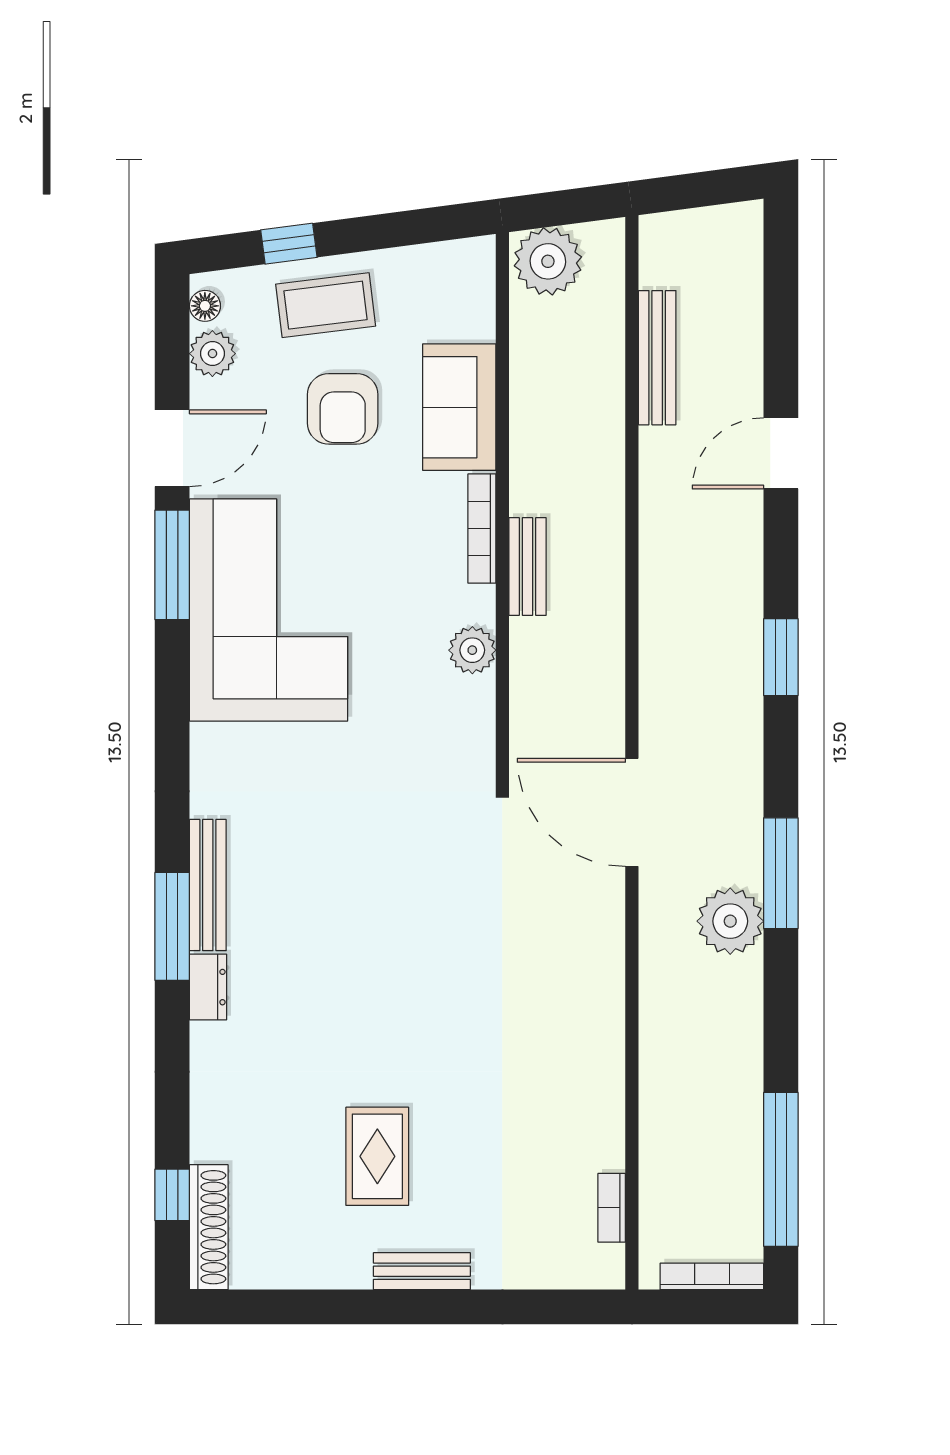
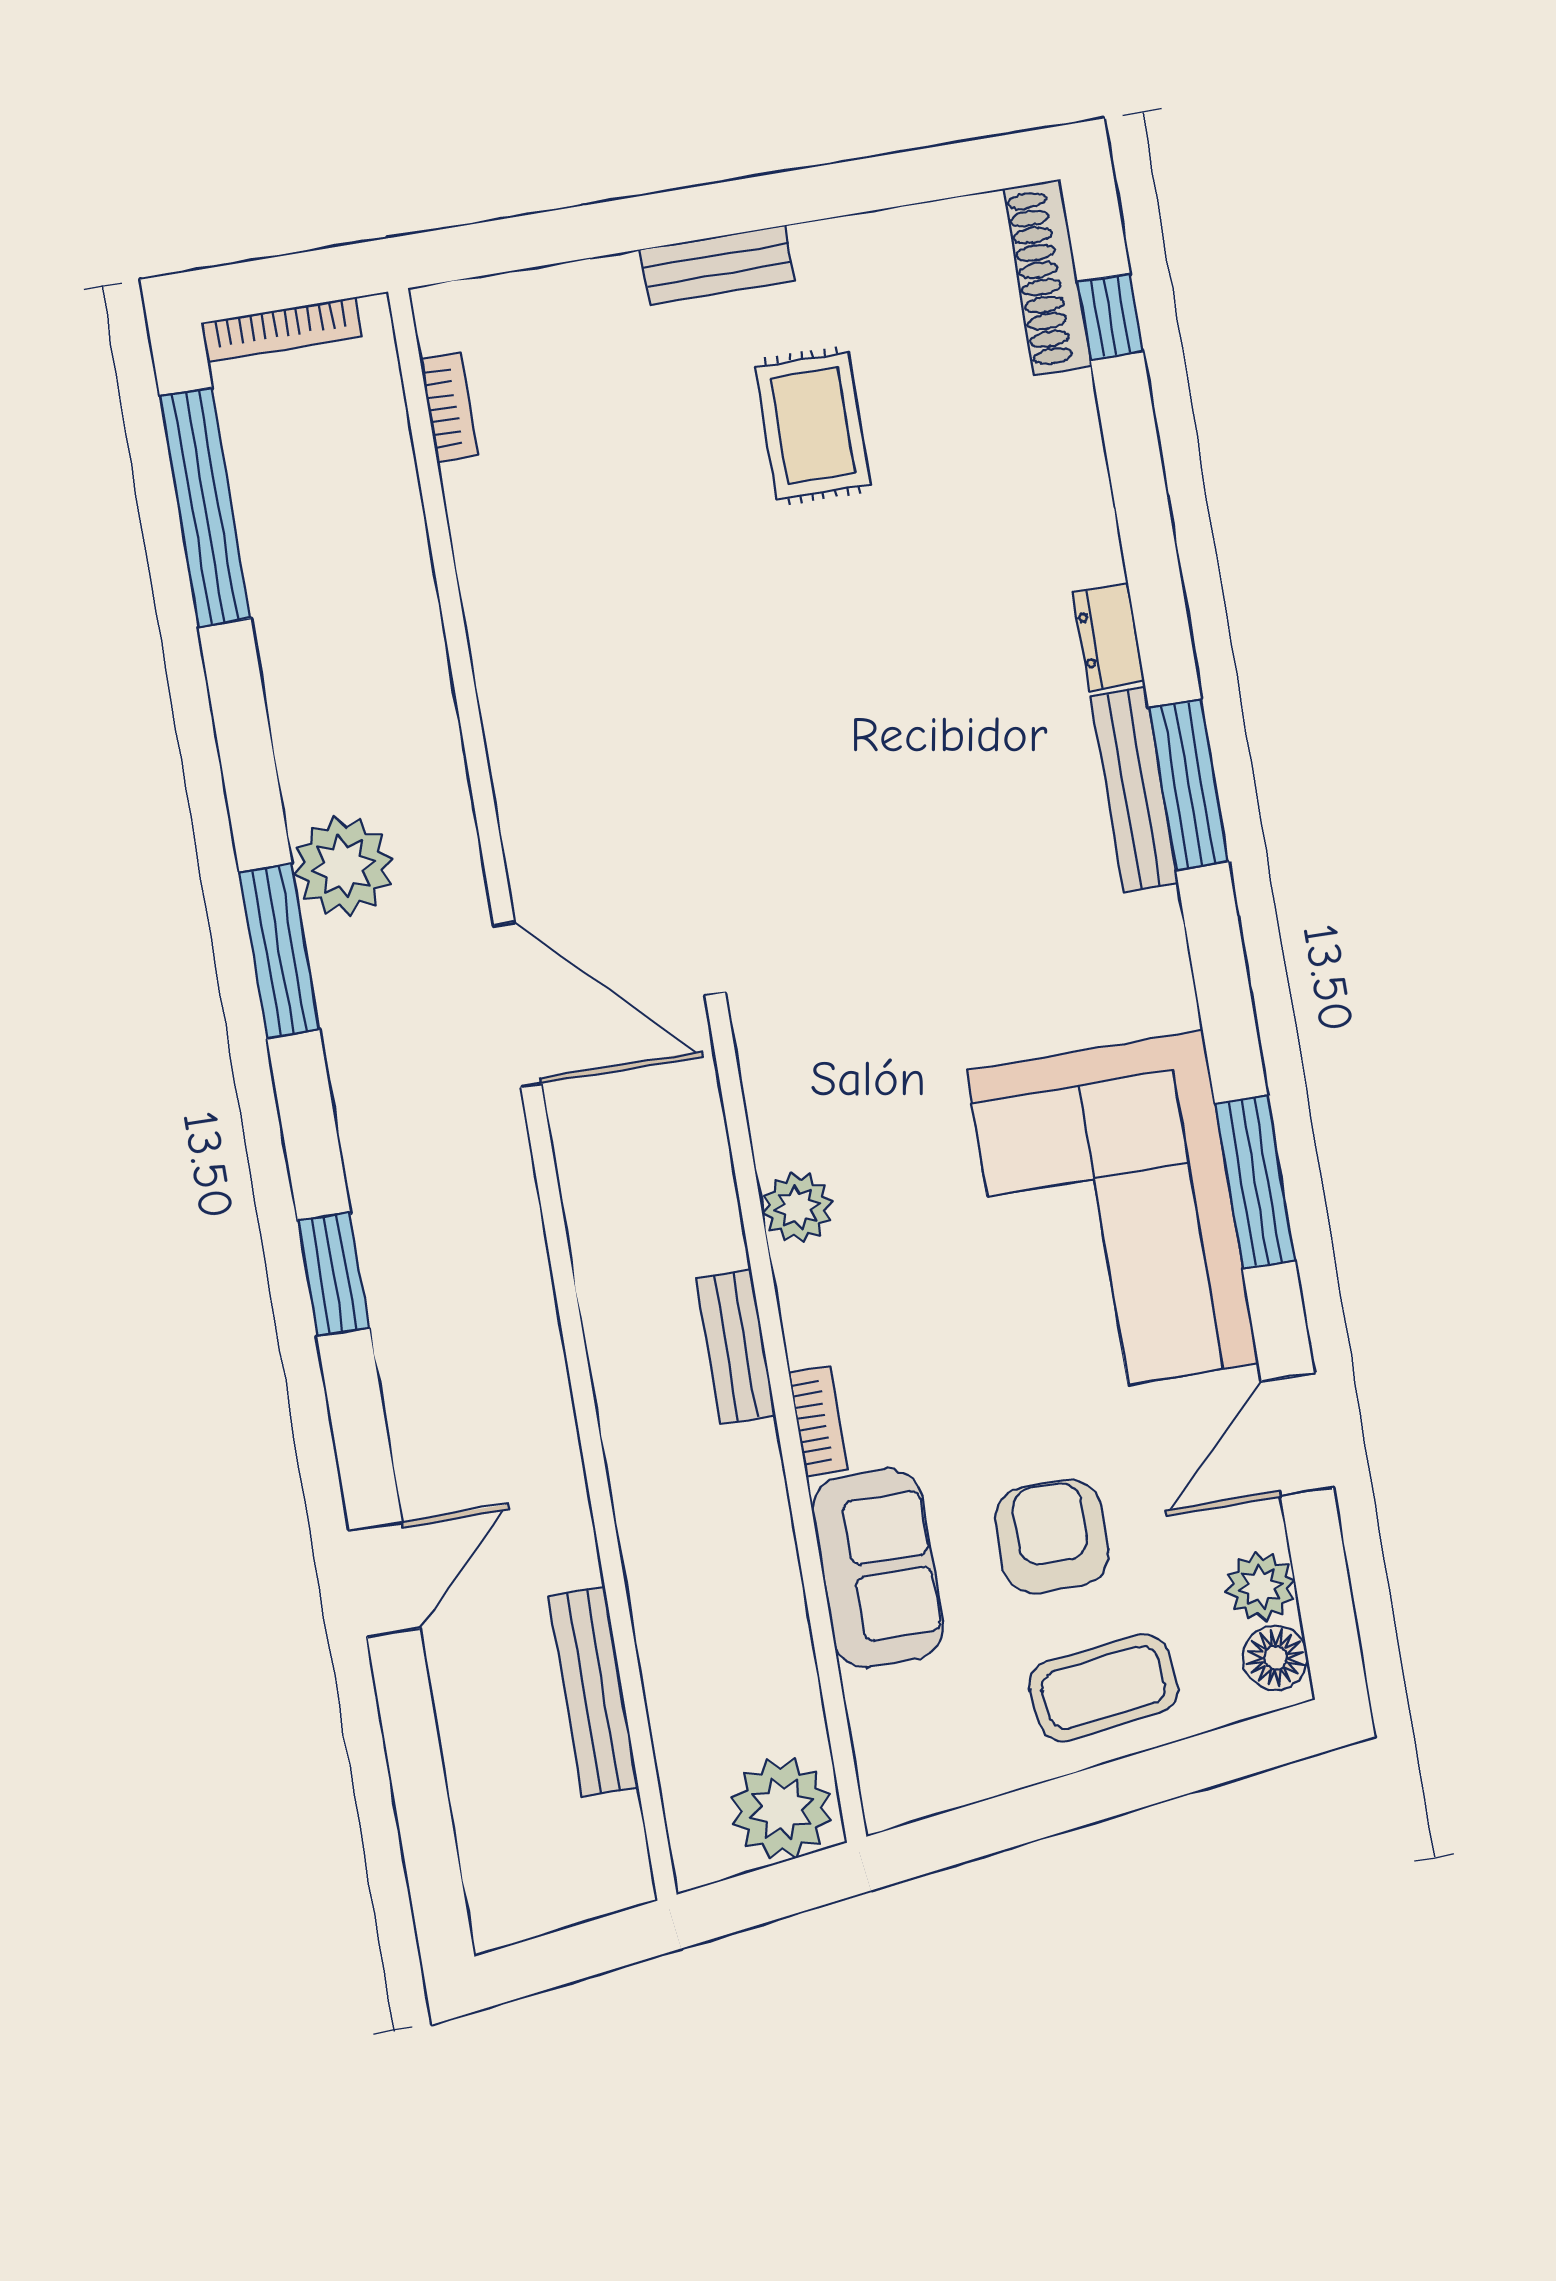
window: (289, 244) -> (1174, 1770), removed
floor lamp: (205, 306) -> (1275, 1658), width x1.37, depth x1.37
bookcase: (482, 529) -> (818, 1422), width x0.64
window: (172, 565) -> (1255, 1182), moved
window: (172, 926) -> (1189, 785), moved

